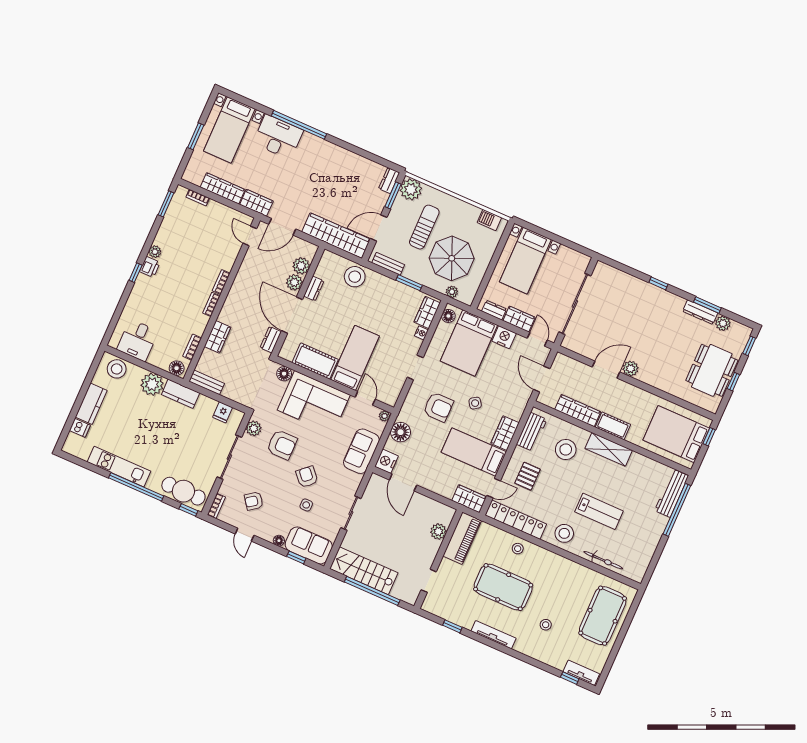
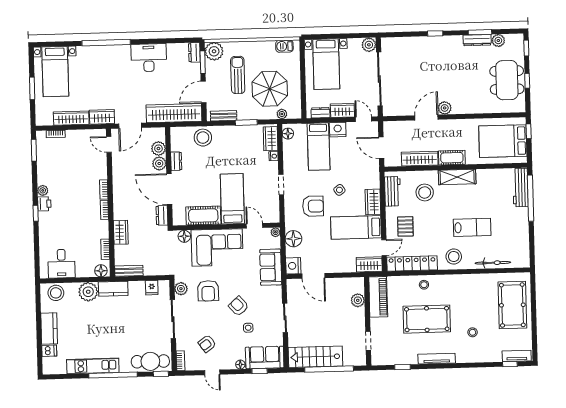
desk: (278, 137) -> (149, 58), moved
plant: (581, 262) -> (369, 45), added
bed: (469, 343) -> (318, 147), width x0.67
armchair: (282, 445) -> (208, 291), turned 90

